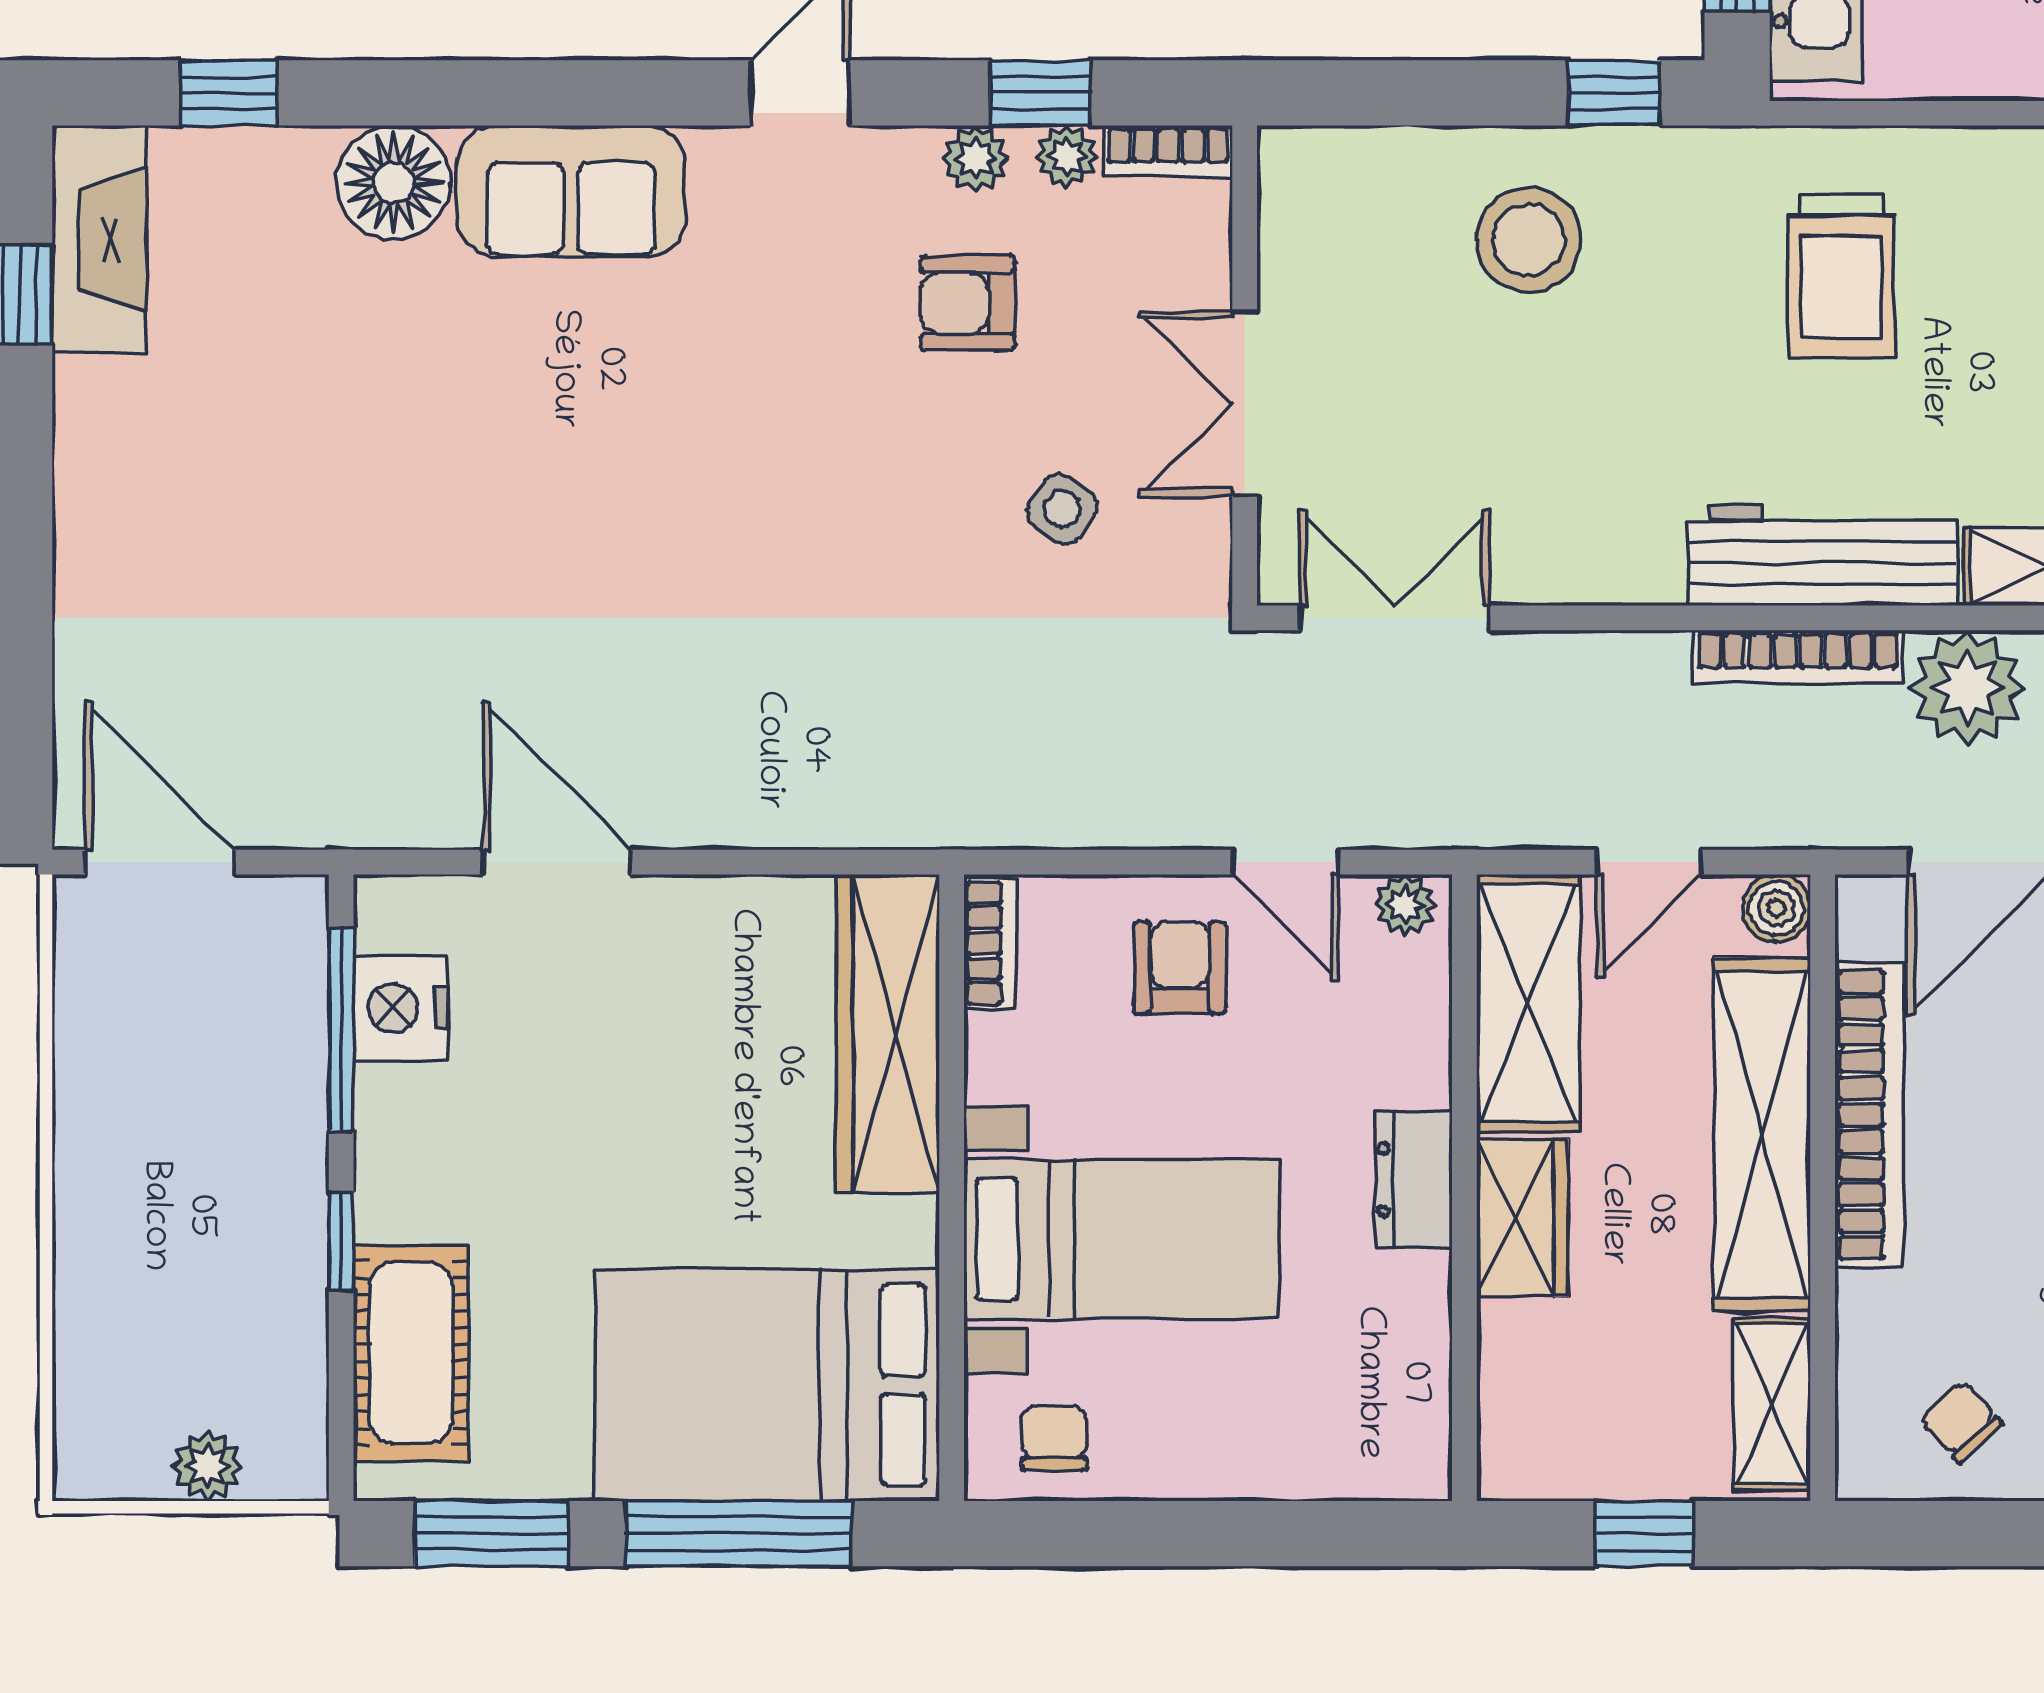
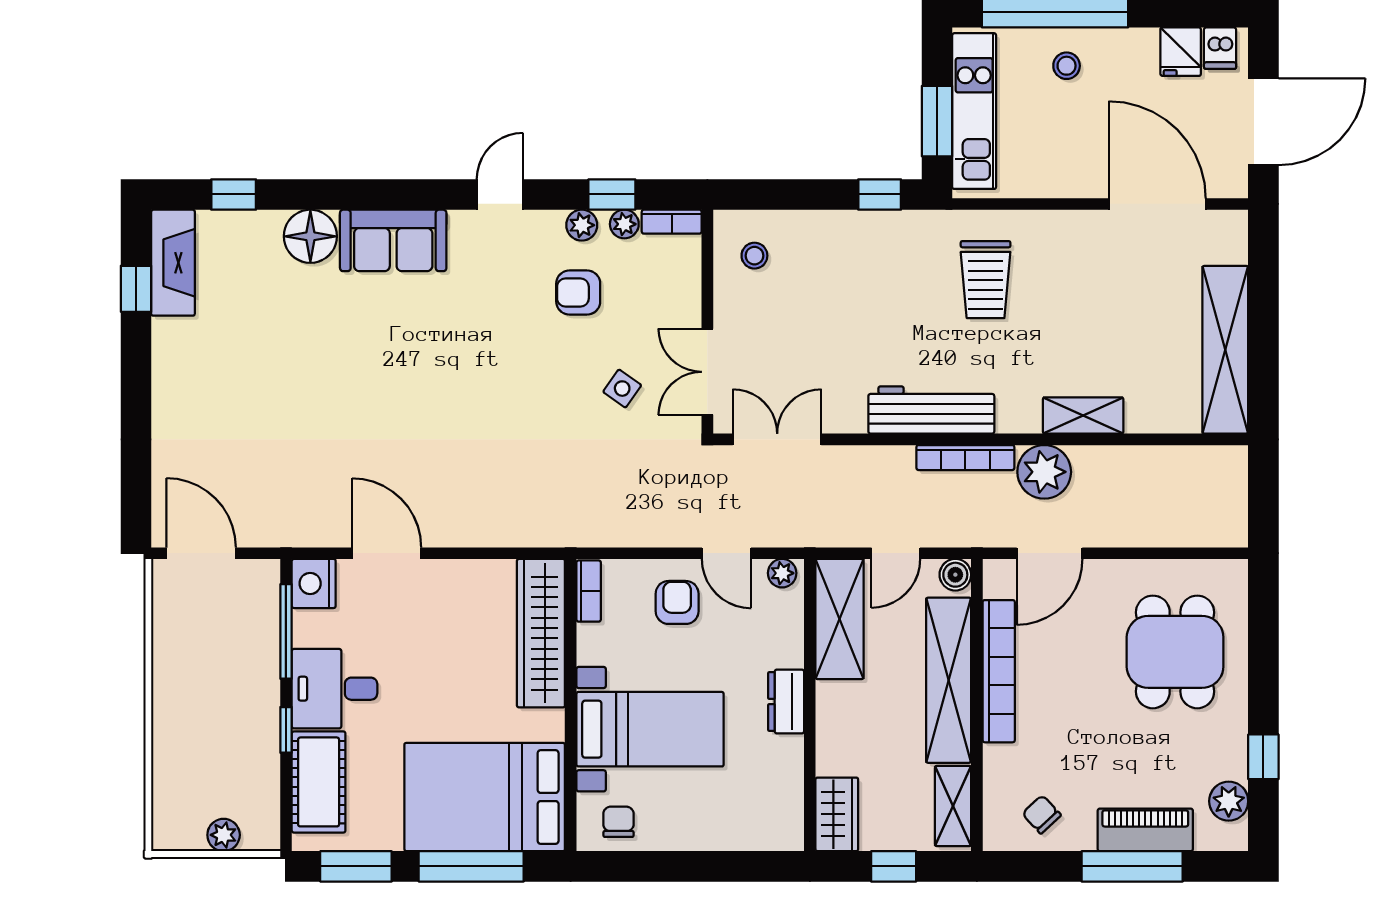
stool: (1529, 240) -> (754, 256), moved, width x0.53, depth x0.53
double door: (1245, 404) -> (707, 372), moved
workbench: (1822, 555) -> (931, 410), moved
nightstand: (401, 1008) -> (314, 583), moved
desk: (445, 1153) -> (334, 689), added
wardrobe: (1522, 1218) -> (837, 814), moved

